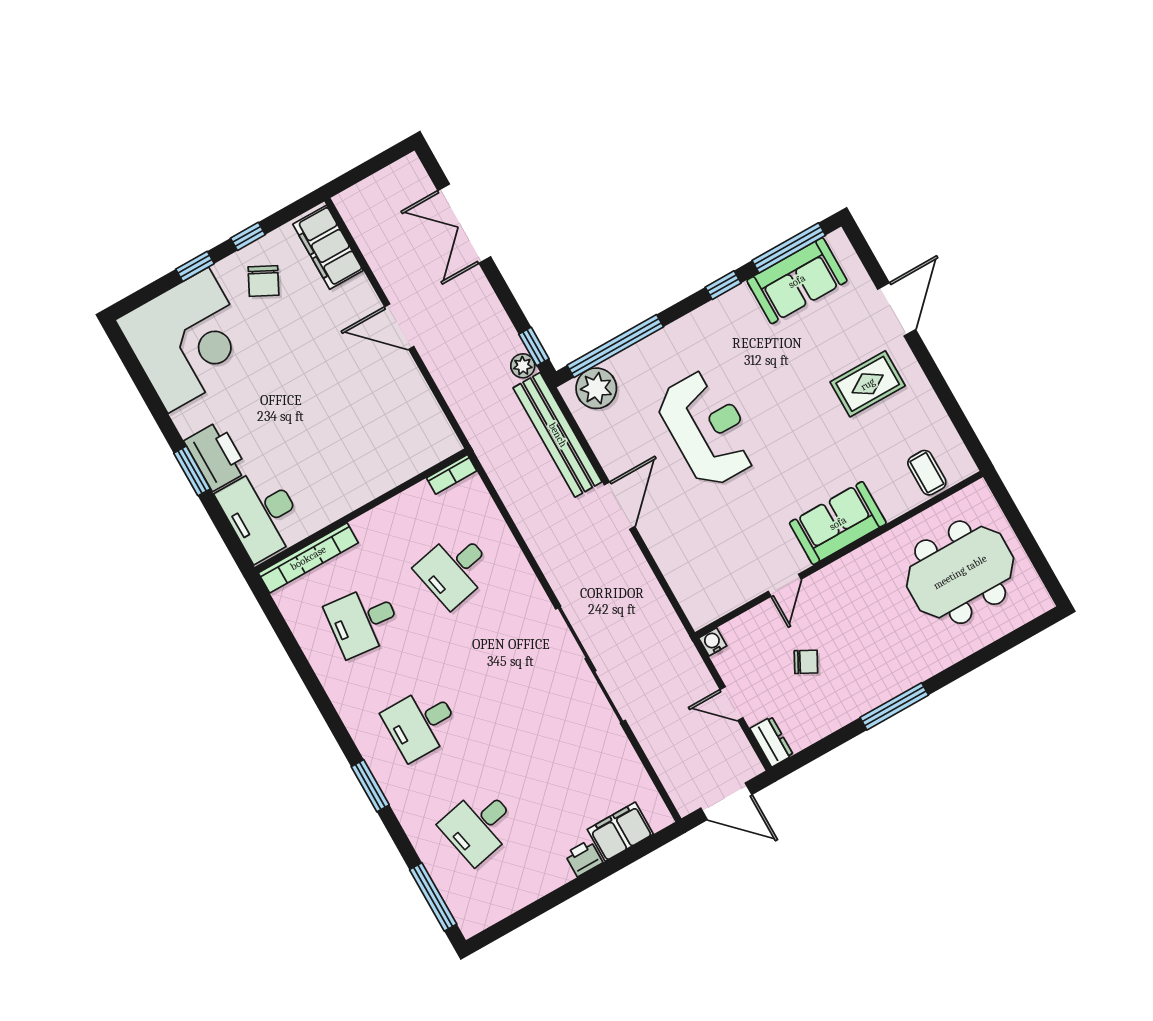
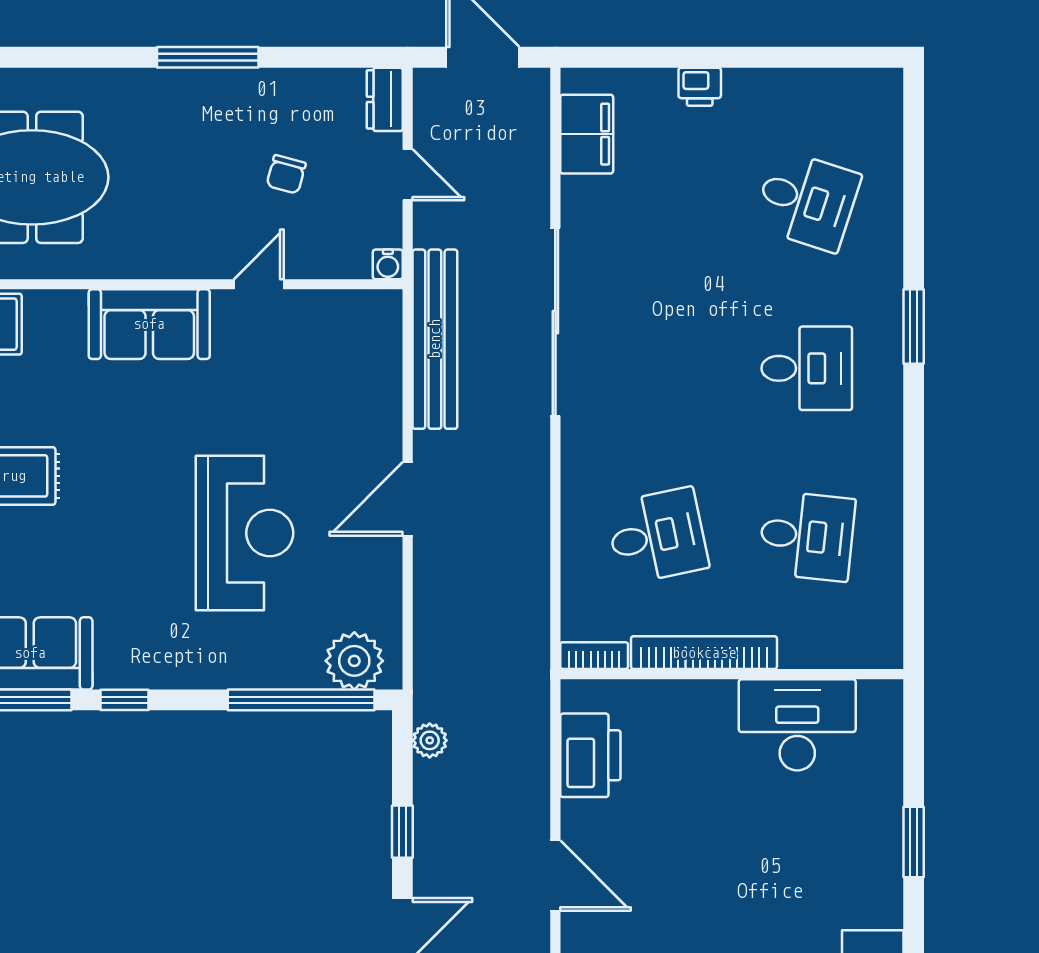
window: (534, 346) -> (402, 832), moved
reception desk: (707, 428) -> (244, 533), turned 180
bench: (558, 435) -> (435, 339), moved
printer: (216, 456) -> (590, 755), moved, turned 180
desk: (261, 514) -> (797, 725), moved, turned -90
bookcase: (308, 558) -> (704, 653), moved
chair: (806, 662) -> (286, 174), turned -103
desk: (479, 826) -> (807, 201), turned 30
filing cabinet: (620, 832) -> (587, 134), moved, turned -90
window: (433, 897) -> (914, 144), removed

